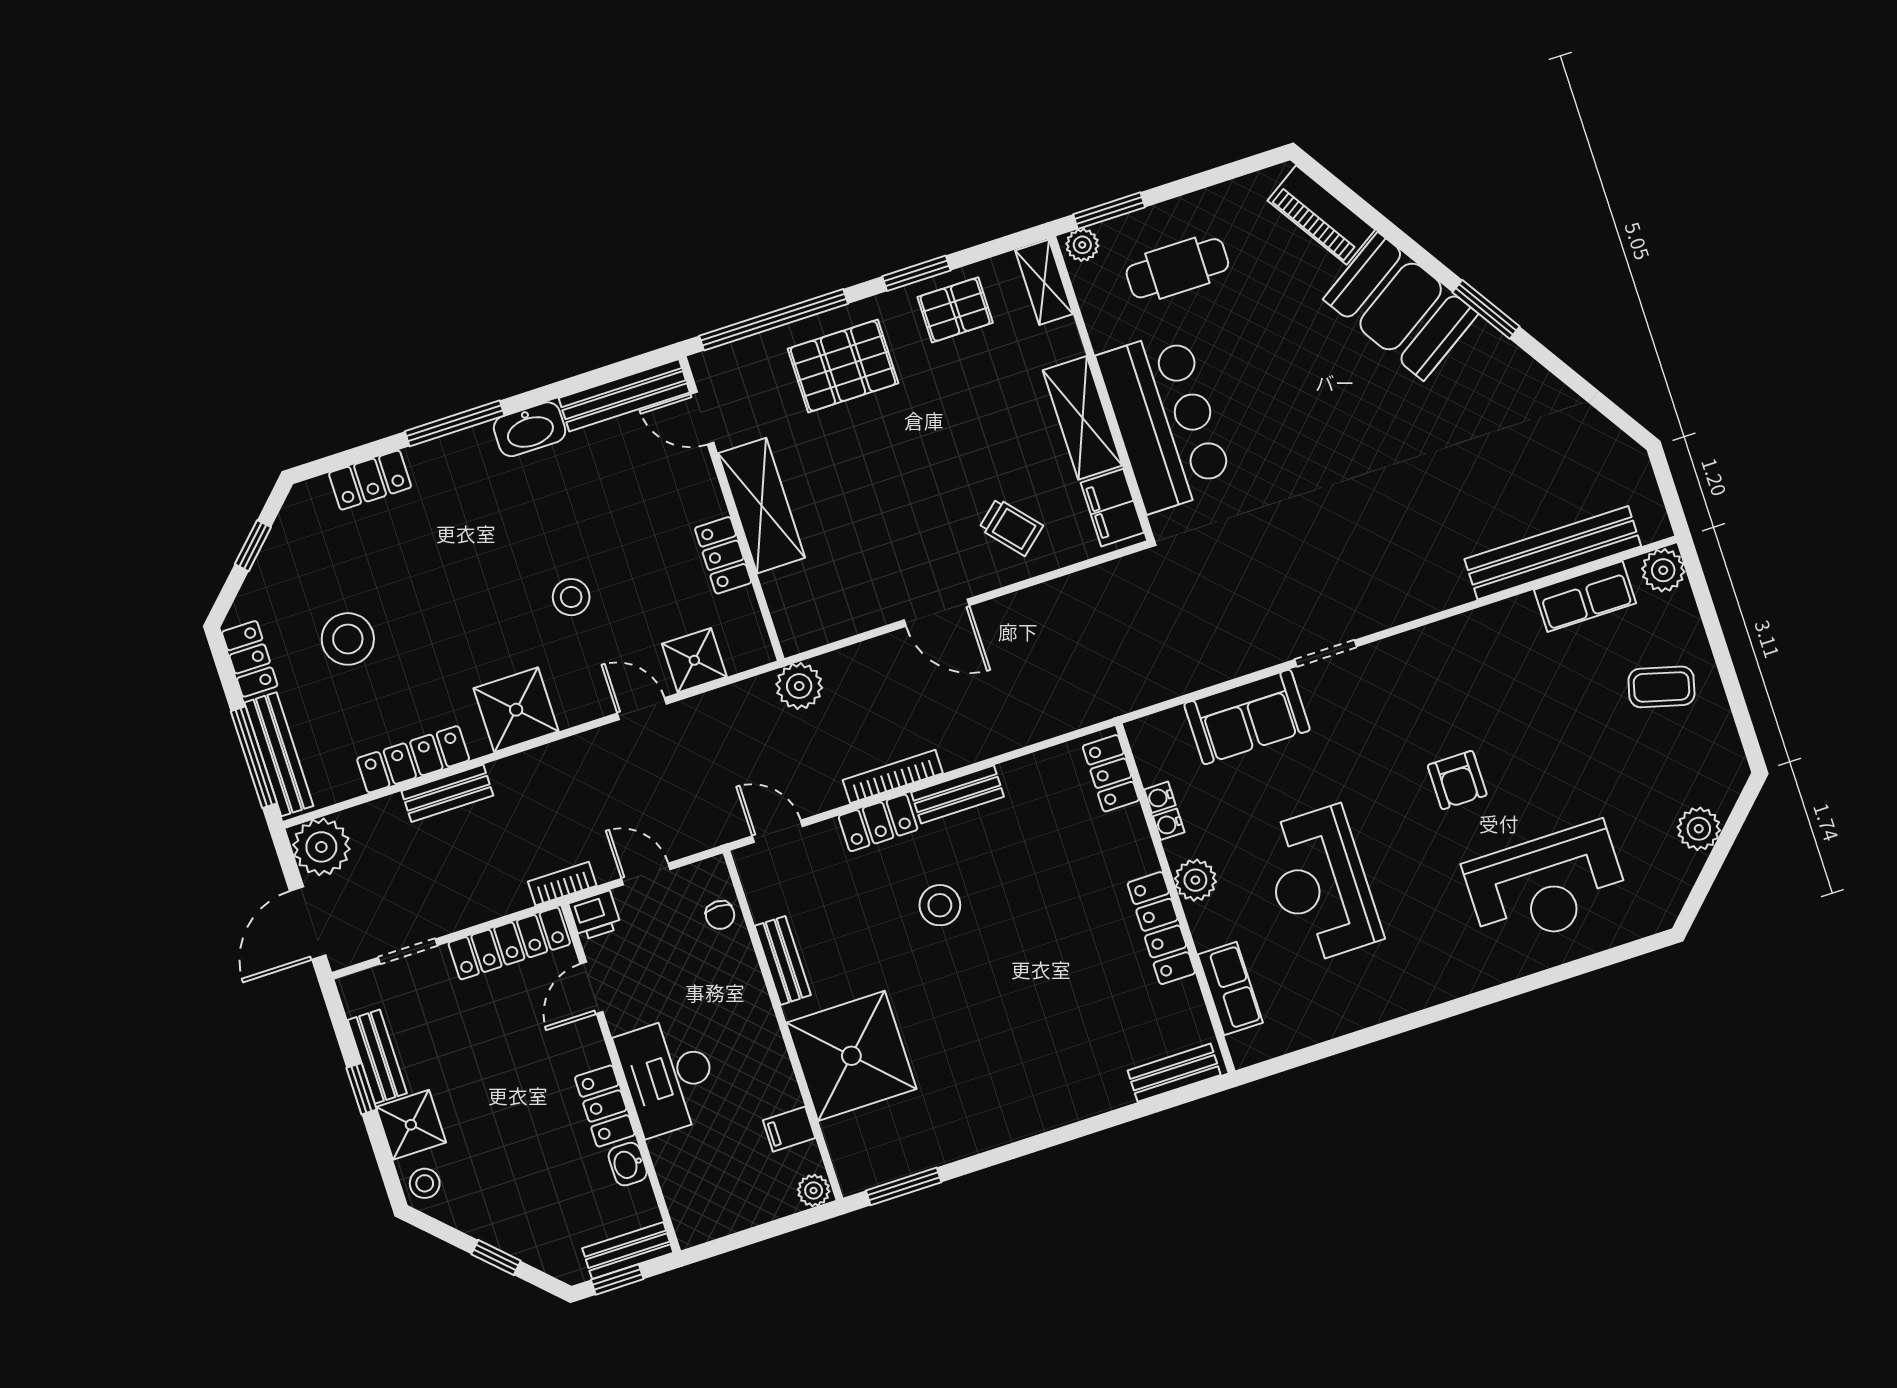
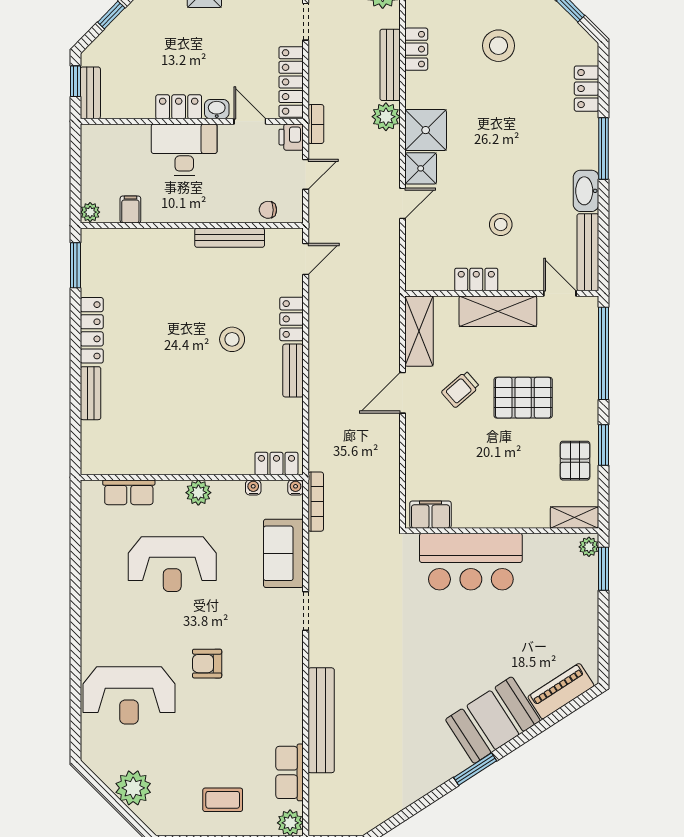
cafe table: (1177, 268) -> (557, 598), removed
pallet: (843, 366) -> (523, 398), moved, turned 90
door: (702, 418) -> (560, 293), hinge flipped
shelving: (1082, 418) -> (419, 331), moved, turned 90
trolley: (1011, 527) -> (460, 389), moved
bench: (1553, 553) -> (321, 720), moved
stool: (571, 597) -> (501, 225), moved
shower: (694, 660) -> (421, 168), moved
plant: (799, 686) -> (386, 117), moved
coffee table: (1661, 687) -> (223, 800), turned 75
locker: (413, 759) -> (416, 49), width x0.66
bookcase: (893, 777) -> (316, 502), moved
bench: (447, 793) -> (390, 65), width x1.36
water cooler: (1169, 824) -> (296, 488), moved
plant: (1699, 829) -> (133, 788), width x1.36, depth x1.36
reception desk: (1320, 885) -> (172, 564), turned 180
reception desk: (1546, 886) -> (129, 695), turned -90
locker: (1161, 928) -> (92, 330), moved, turned 90
bench: (783, 960) -> (230, 238), width x1.36
shower: (851, 1056) -> (161, 260), removed
bench: (1174, 1073) -> (91, 393), moved
washbasin: (628, 1164) -> (217, 109), moved

